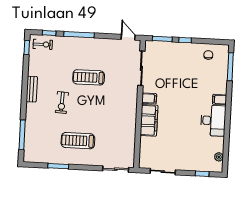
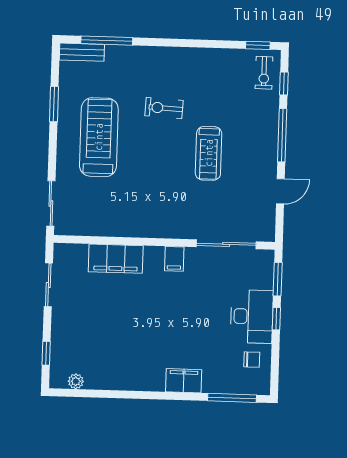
door: (128, 37) -> (280, 191), moved
treadmill: (89, 77) -> (209, 153), turned 180
bench: (32, 89) -> (82, 52), moved
filing cabinet: (219, 100) -> (184, 381), width x2.00
filing cabinet: (149, 120) -> (116, 259), moved
desk: (213, 121) -> (252, 316), moved, turned -90
treadmill: (78, 141) -> (99, 137), width x1.37, depth x1.38

